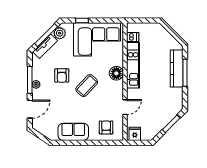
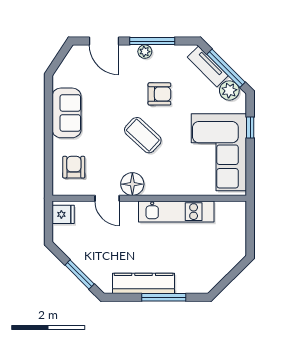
dishwasher: (133, 37) -> (223, 211), removed
kitchen counter: (177, 69) -> (144, 283), moved
floor lamp: (116, 73) -> (132, 184), moved
armchair: (62, 75) -> (159, 94), turned 180
armchair: (106, 127) -> (74, 167), turned -90

